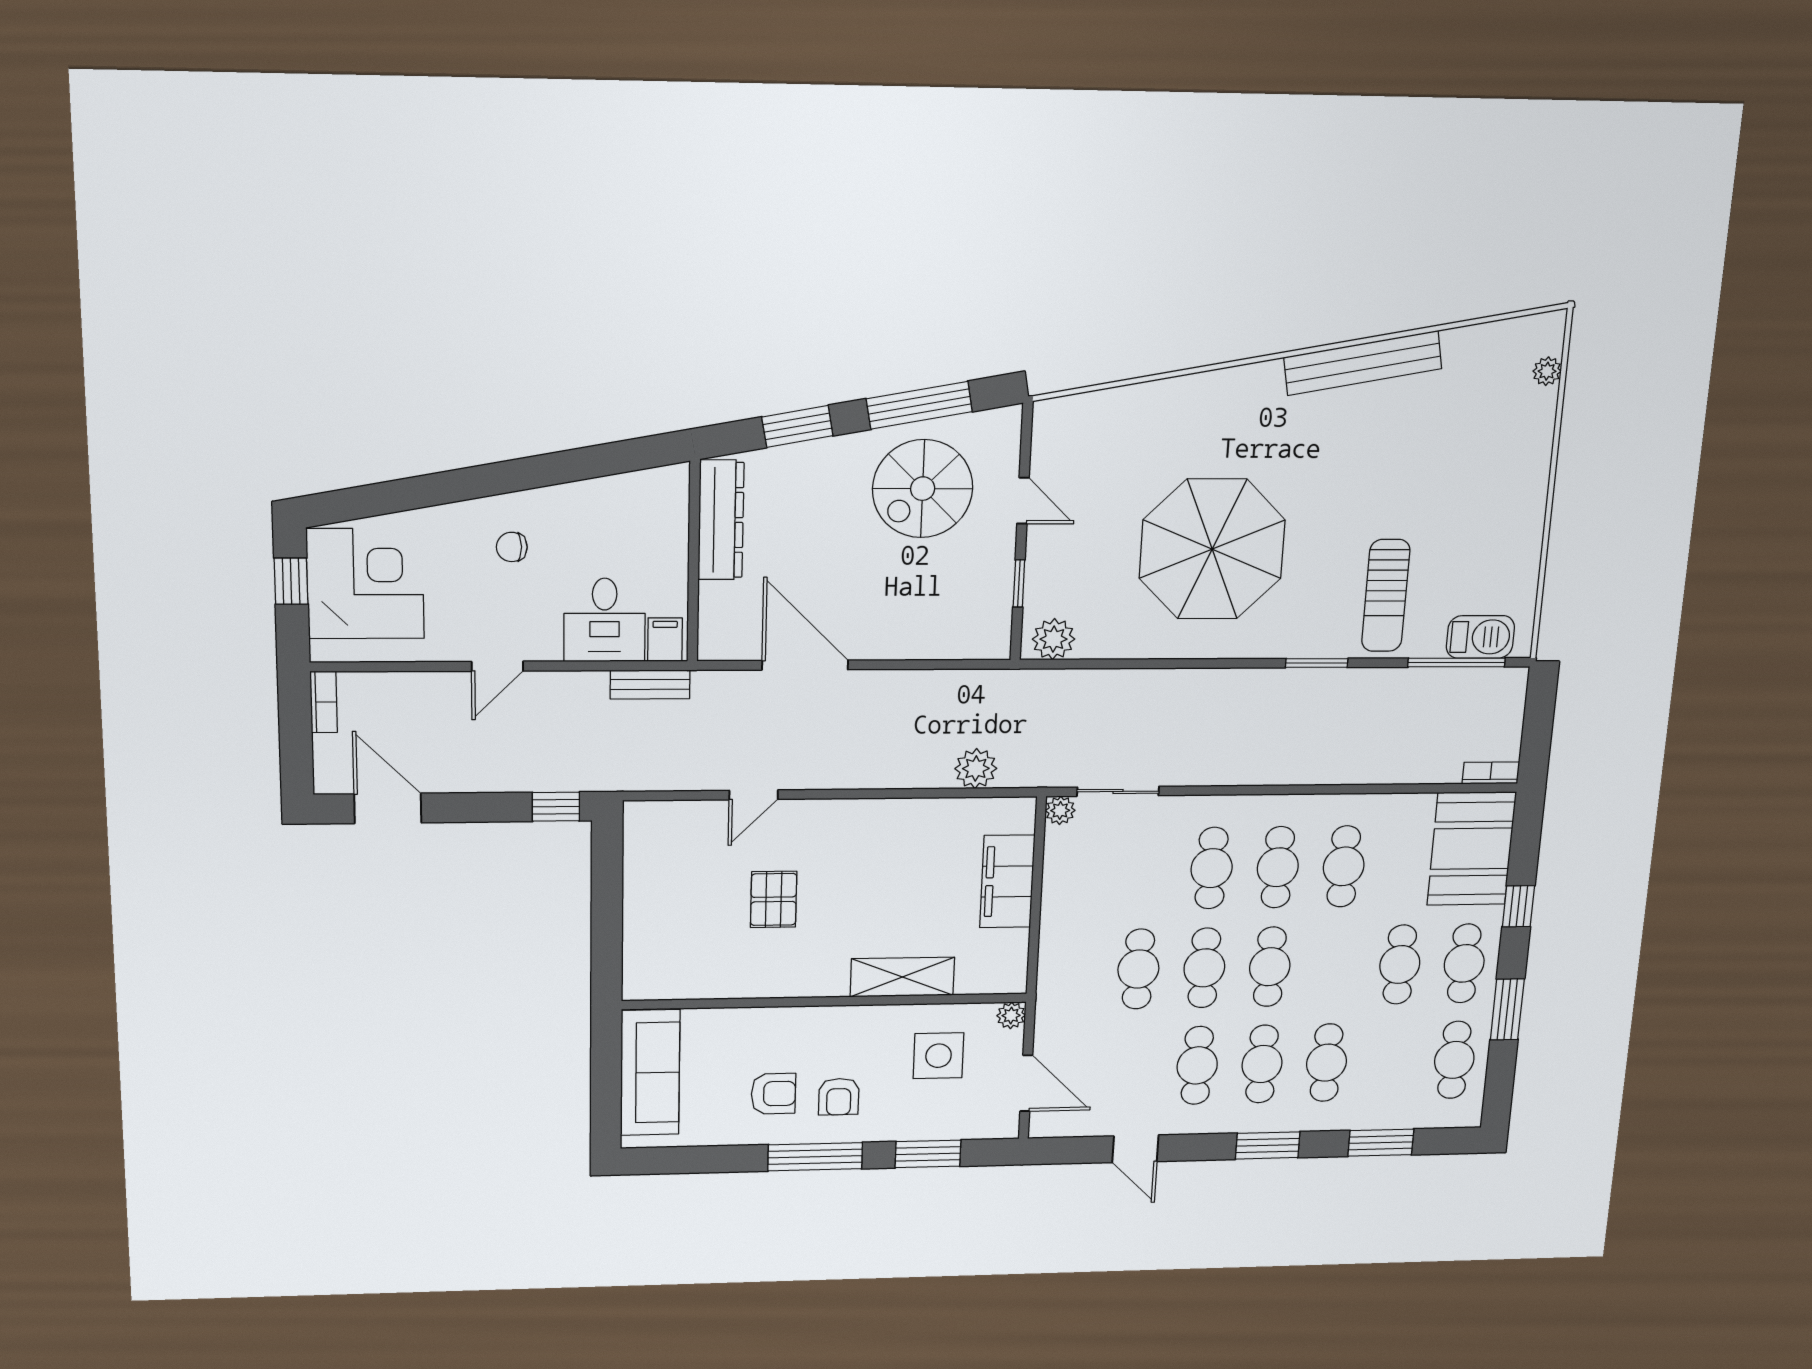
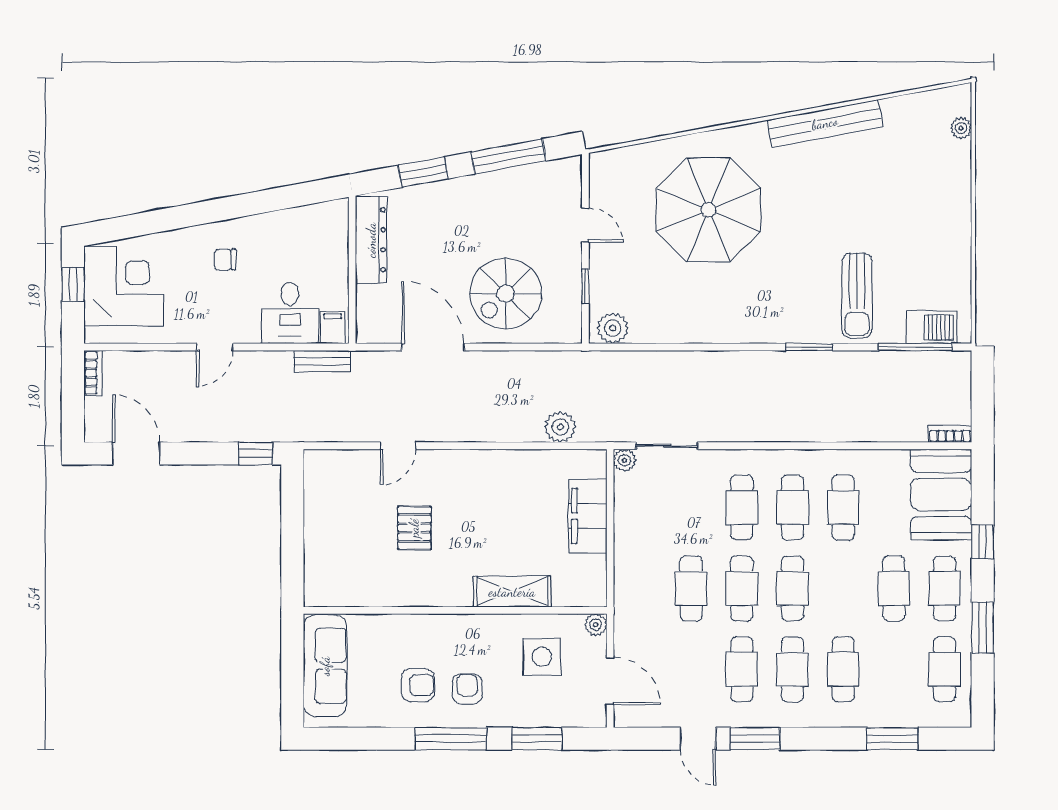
spiral stairs: (923, 489) -> (506, 294), moved
parasol: (1212, 549) -> (708, 210), moved
armchair: (839, 1097) -> (467, 689), turned 180
window: (1268, 1145) -> (755, 739), moved

